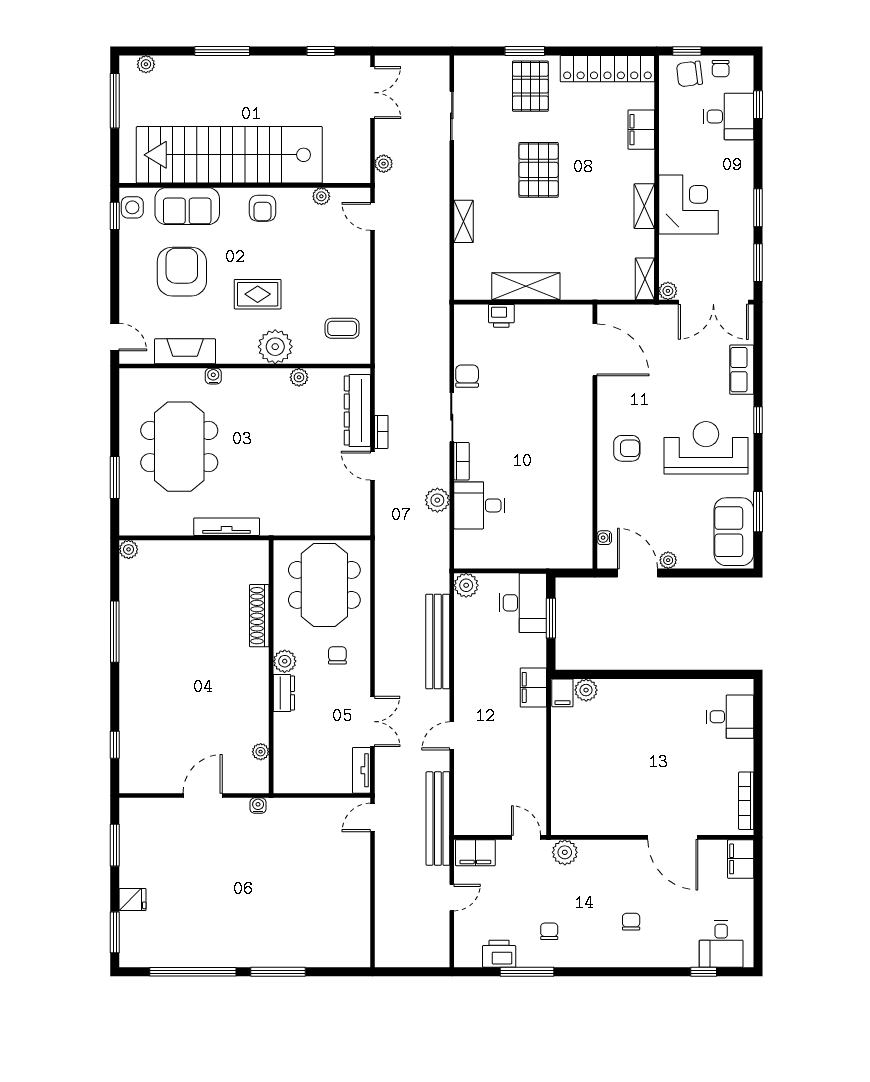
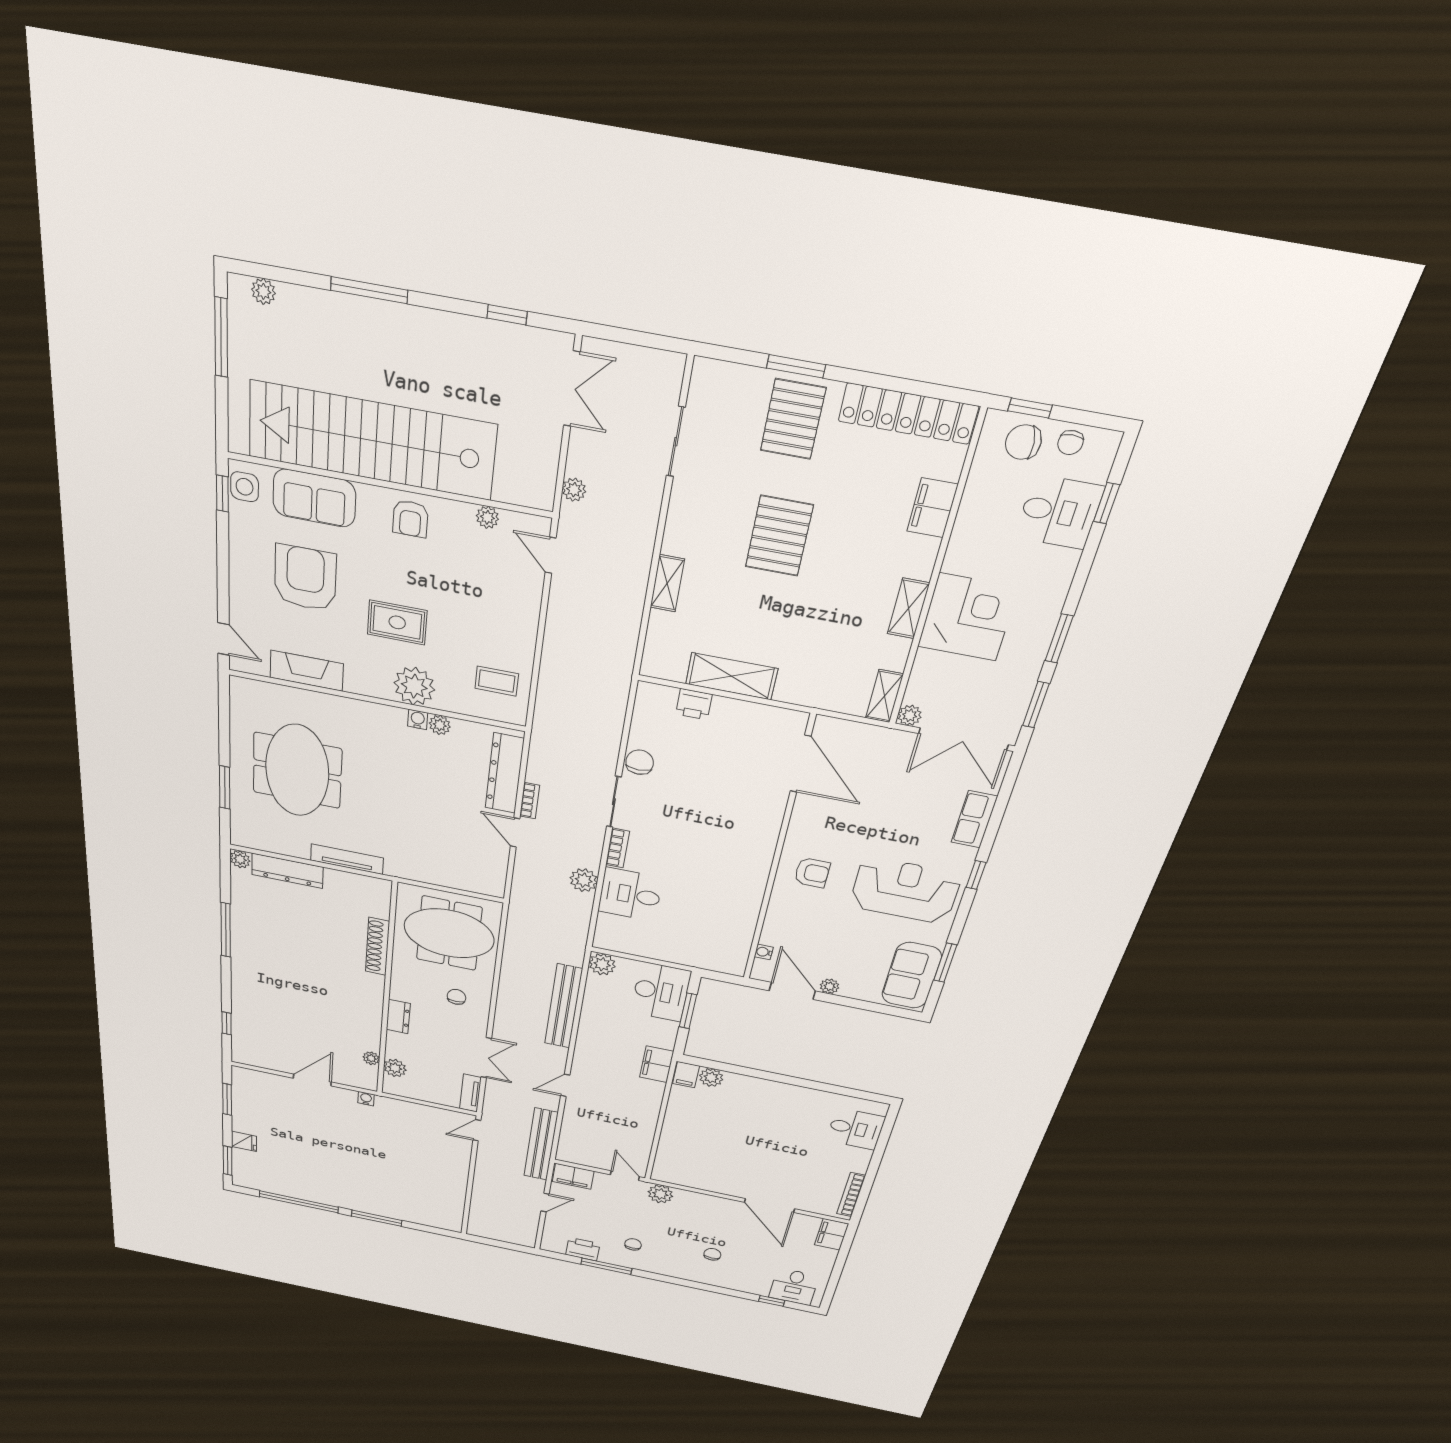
water cooler: (213, 376) -> (418, 720), moved
dresser: (172, 552) -> (287, 871), added
meeting table: (324, 585) -> (449, 933), turned 90
plant: (285, 661) -> (395, 1068), moved

